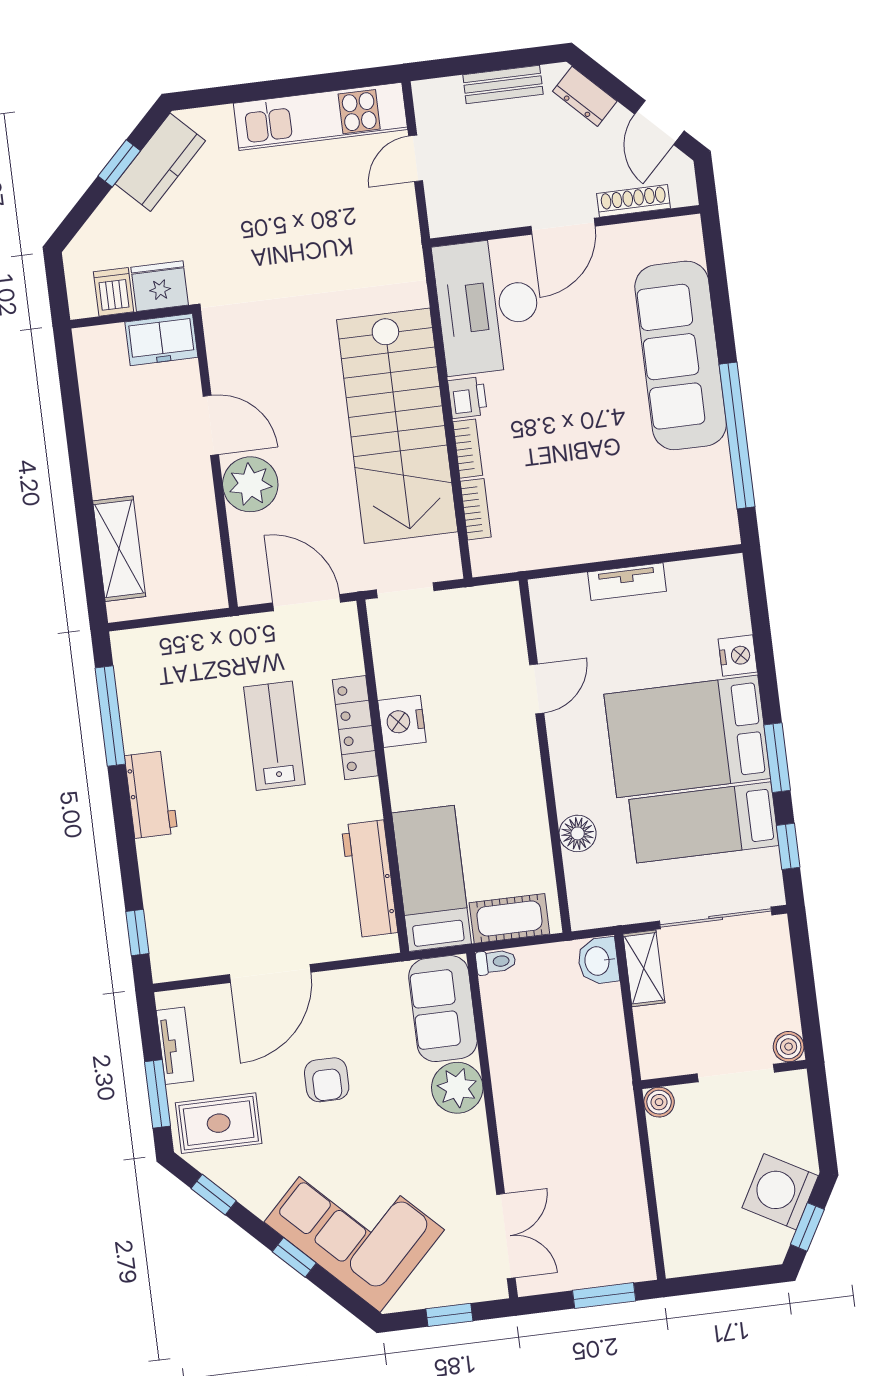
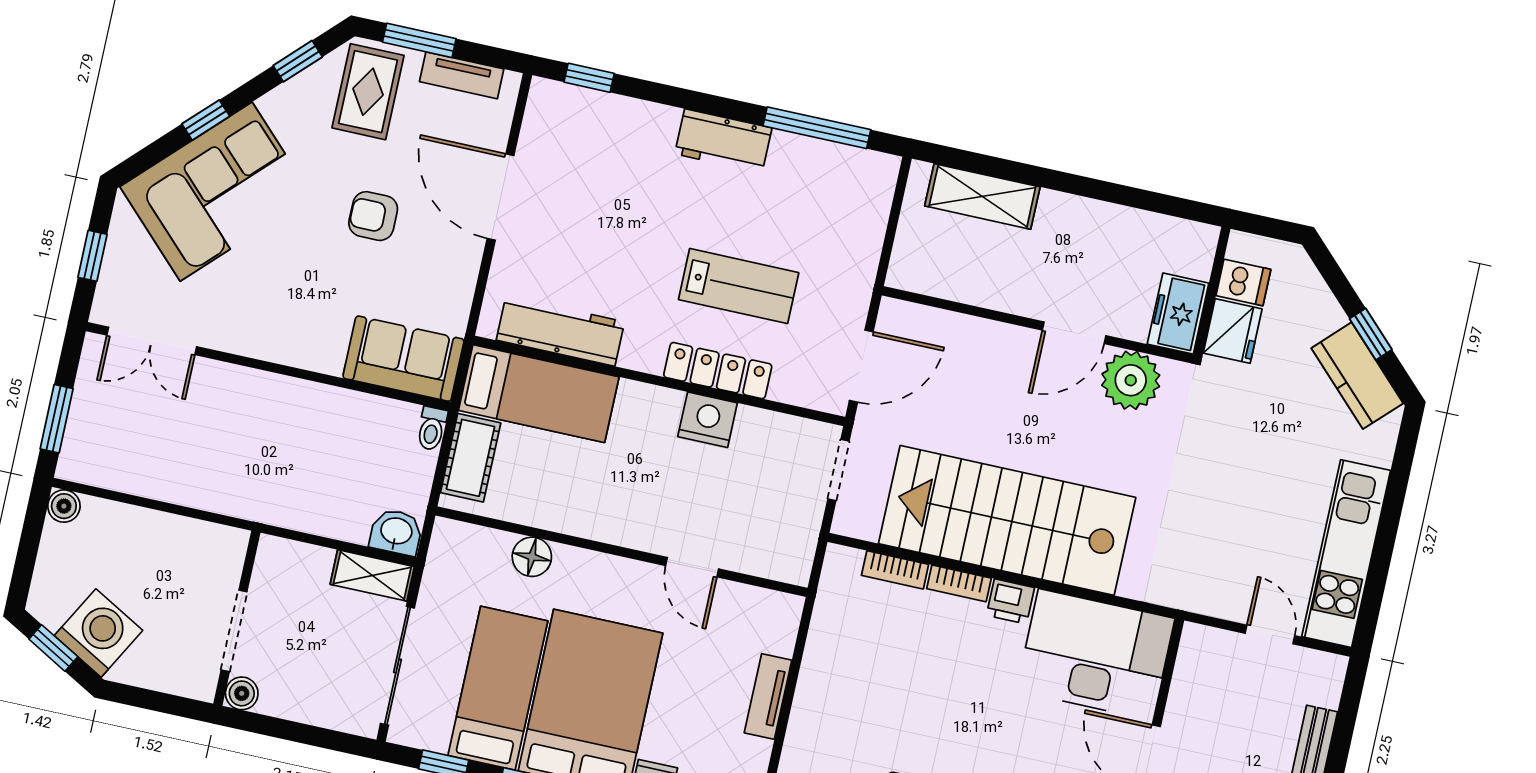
plant: (250, 484) -> (1131, 380), moved
plant: (457, 1088) -> (318, 345), removed
boiler: (659, 1102) -> (64, 506), moved

